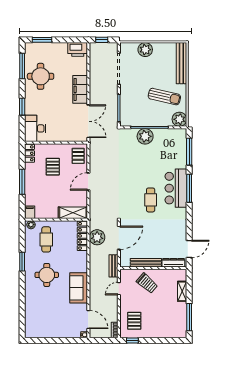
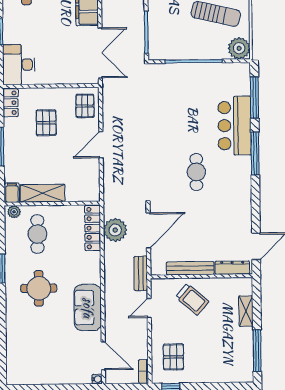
plant: (145, 136) -> (187, 75), removed
bar counter: (176, 188) -> (235, 126), moved
shelving: (73, 213) -> (43, 193), moved

